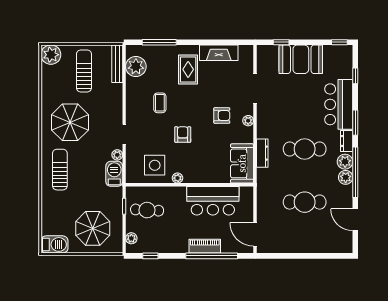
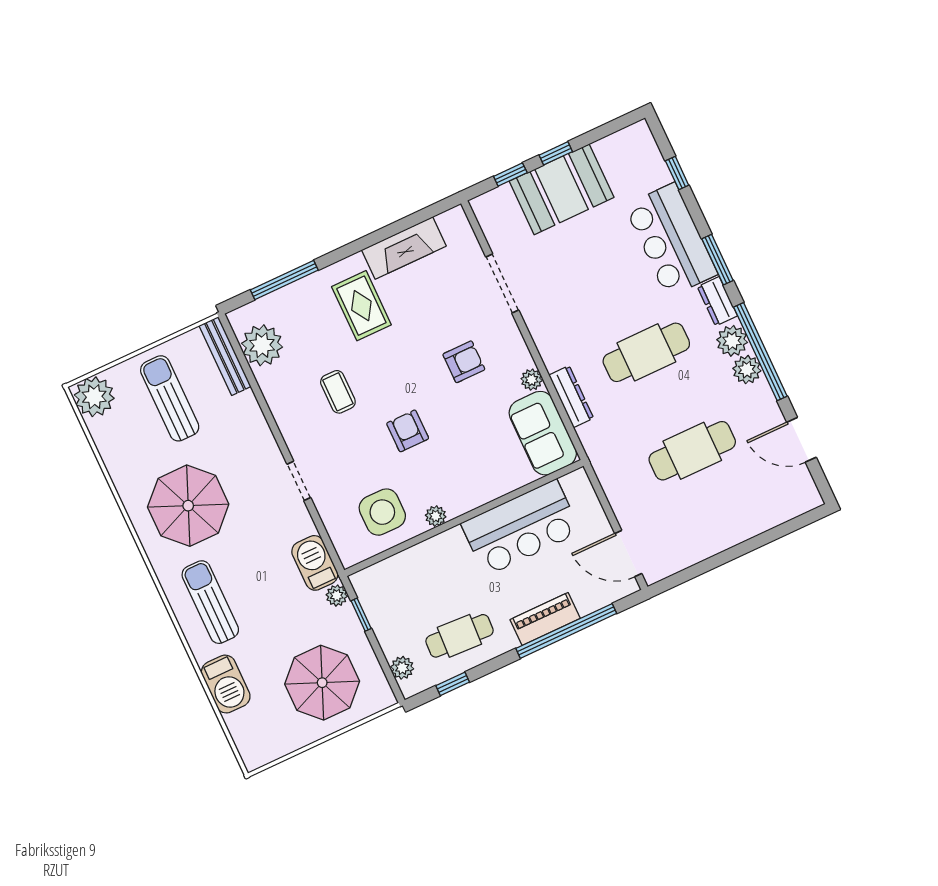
window: (339, 42) -> (556, 153), moved
plant: (248, 121) -> (532, 380), moved
plant: (117, 155) -> (337, 596), moved
cafe table: (147, 210) -> (459, 636), moved
barbecue: (54, 244) -> (226, 684), moved, turned 90

